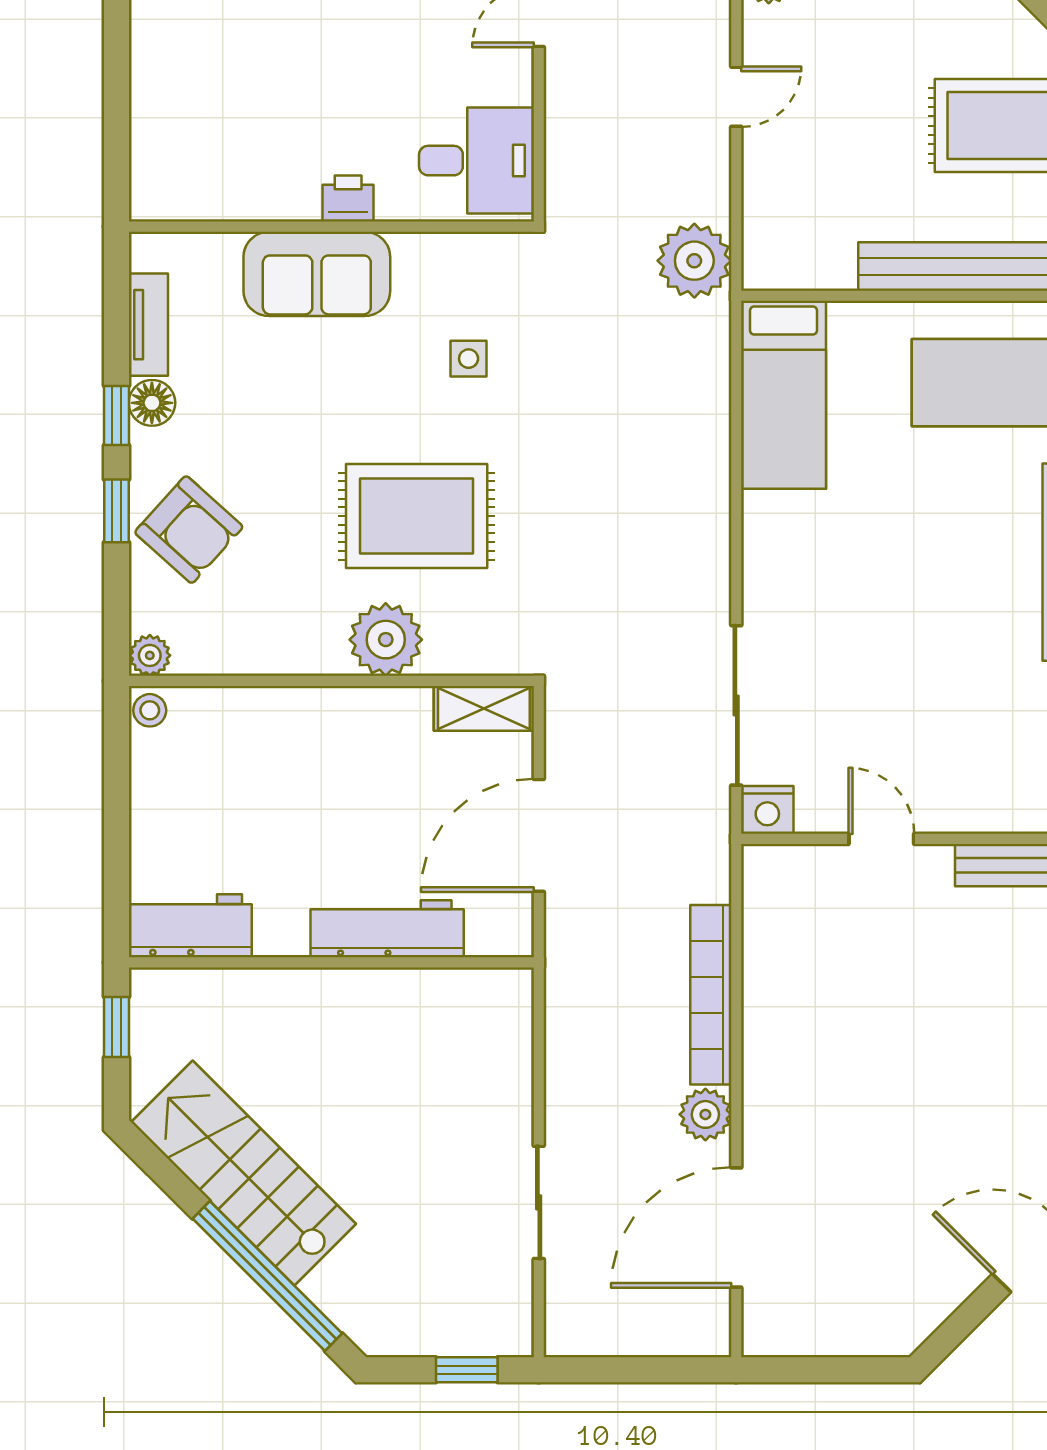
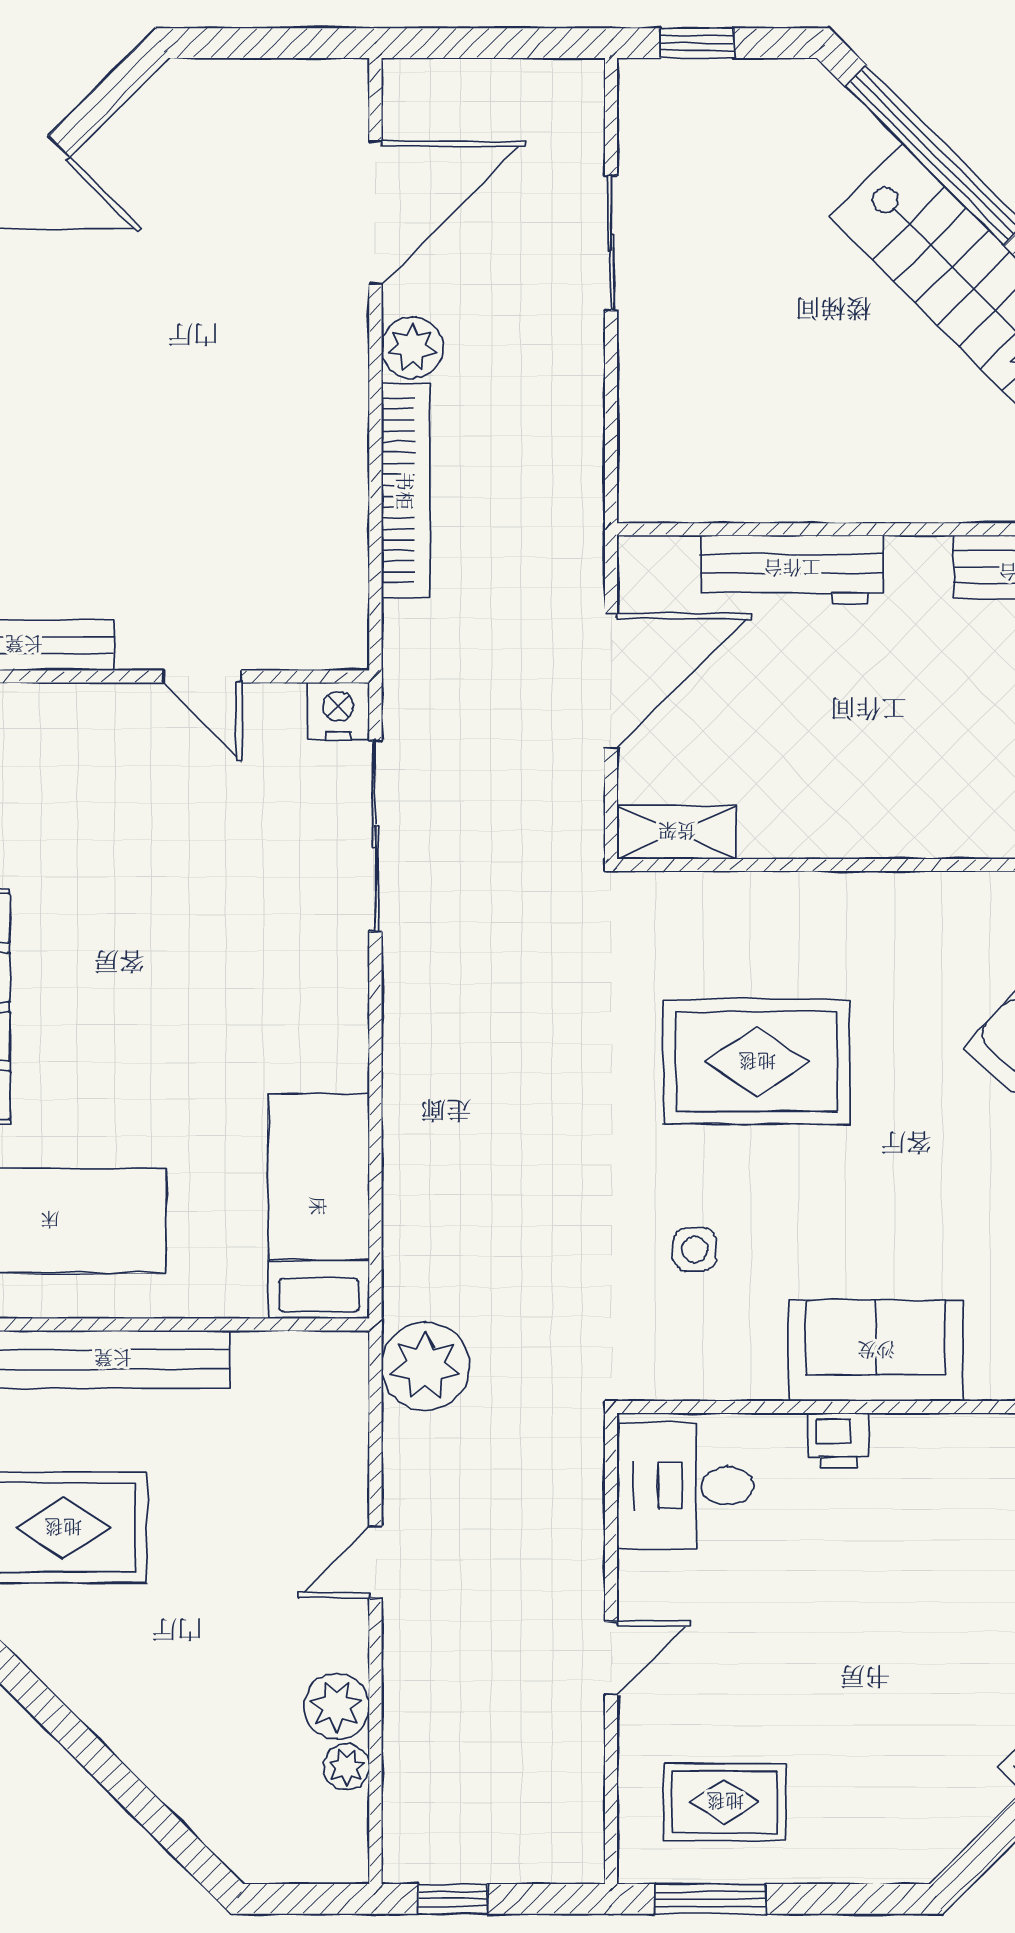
plant: (386, 640) -> (794, 914), removed

